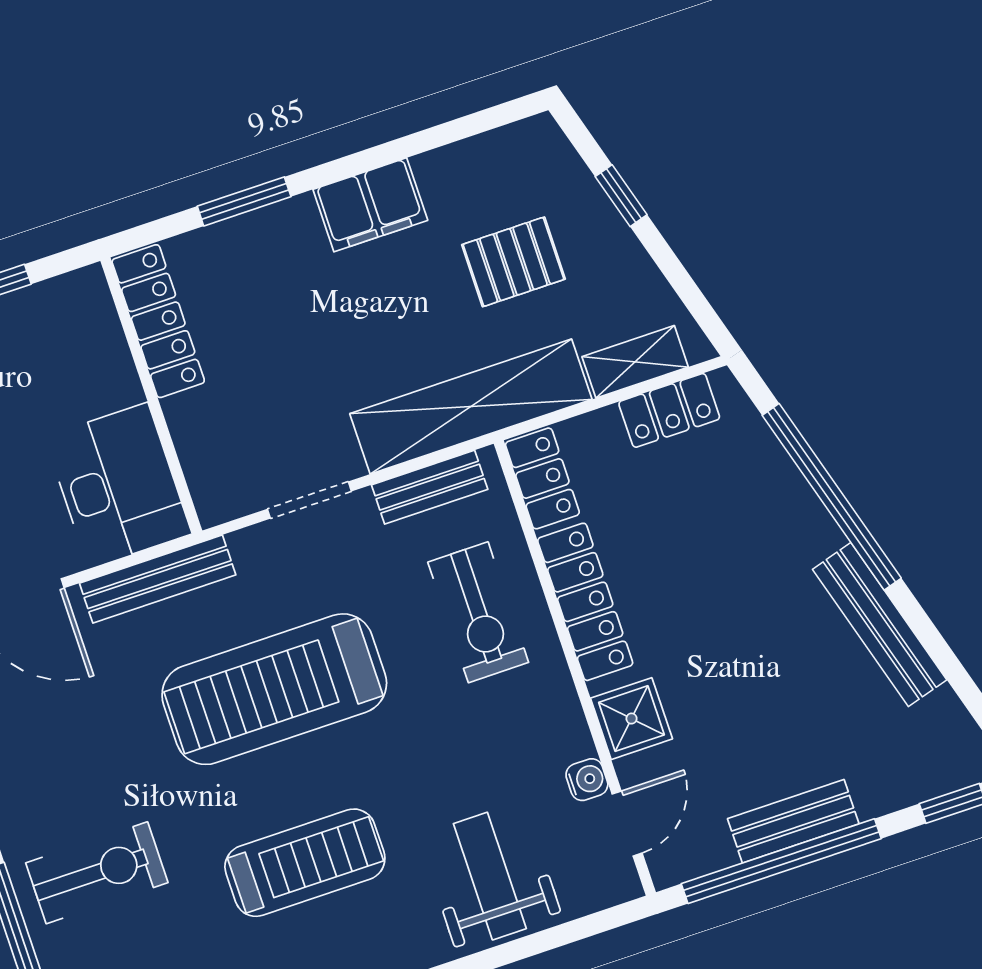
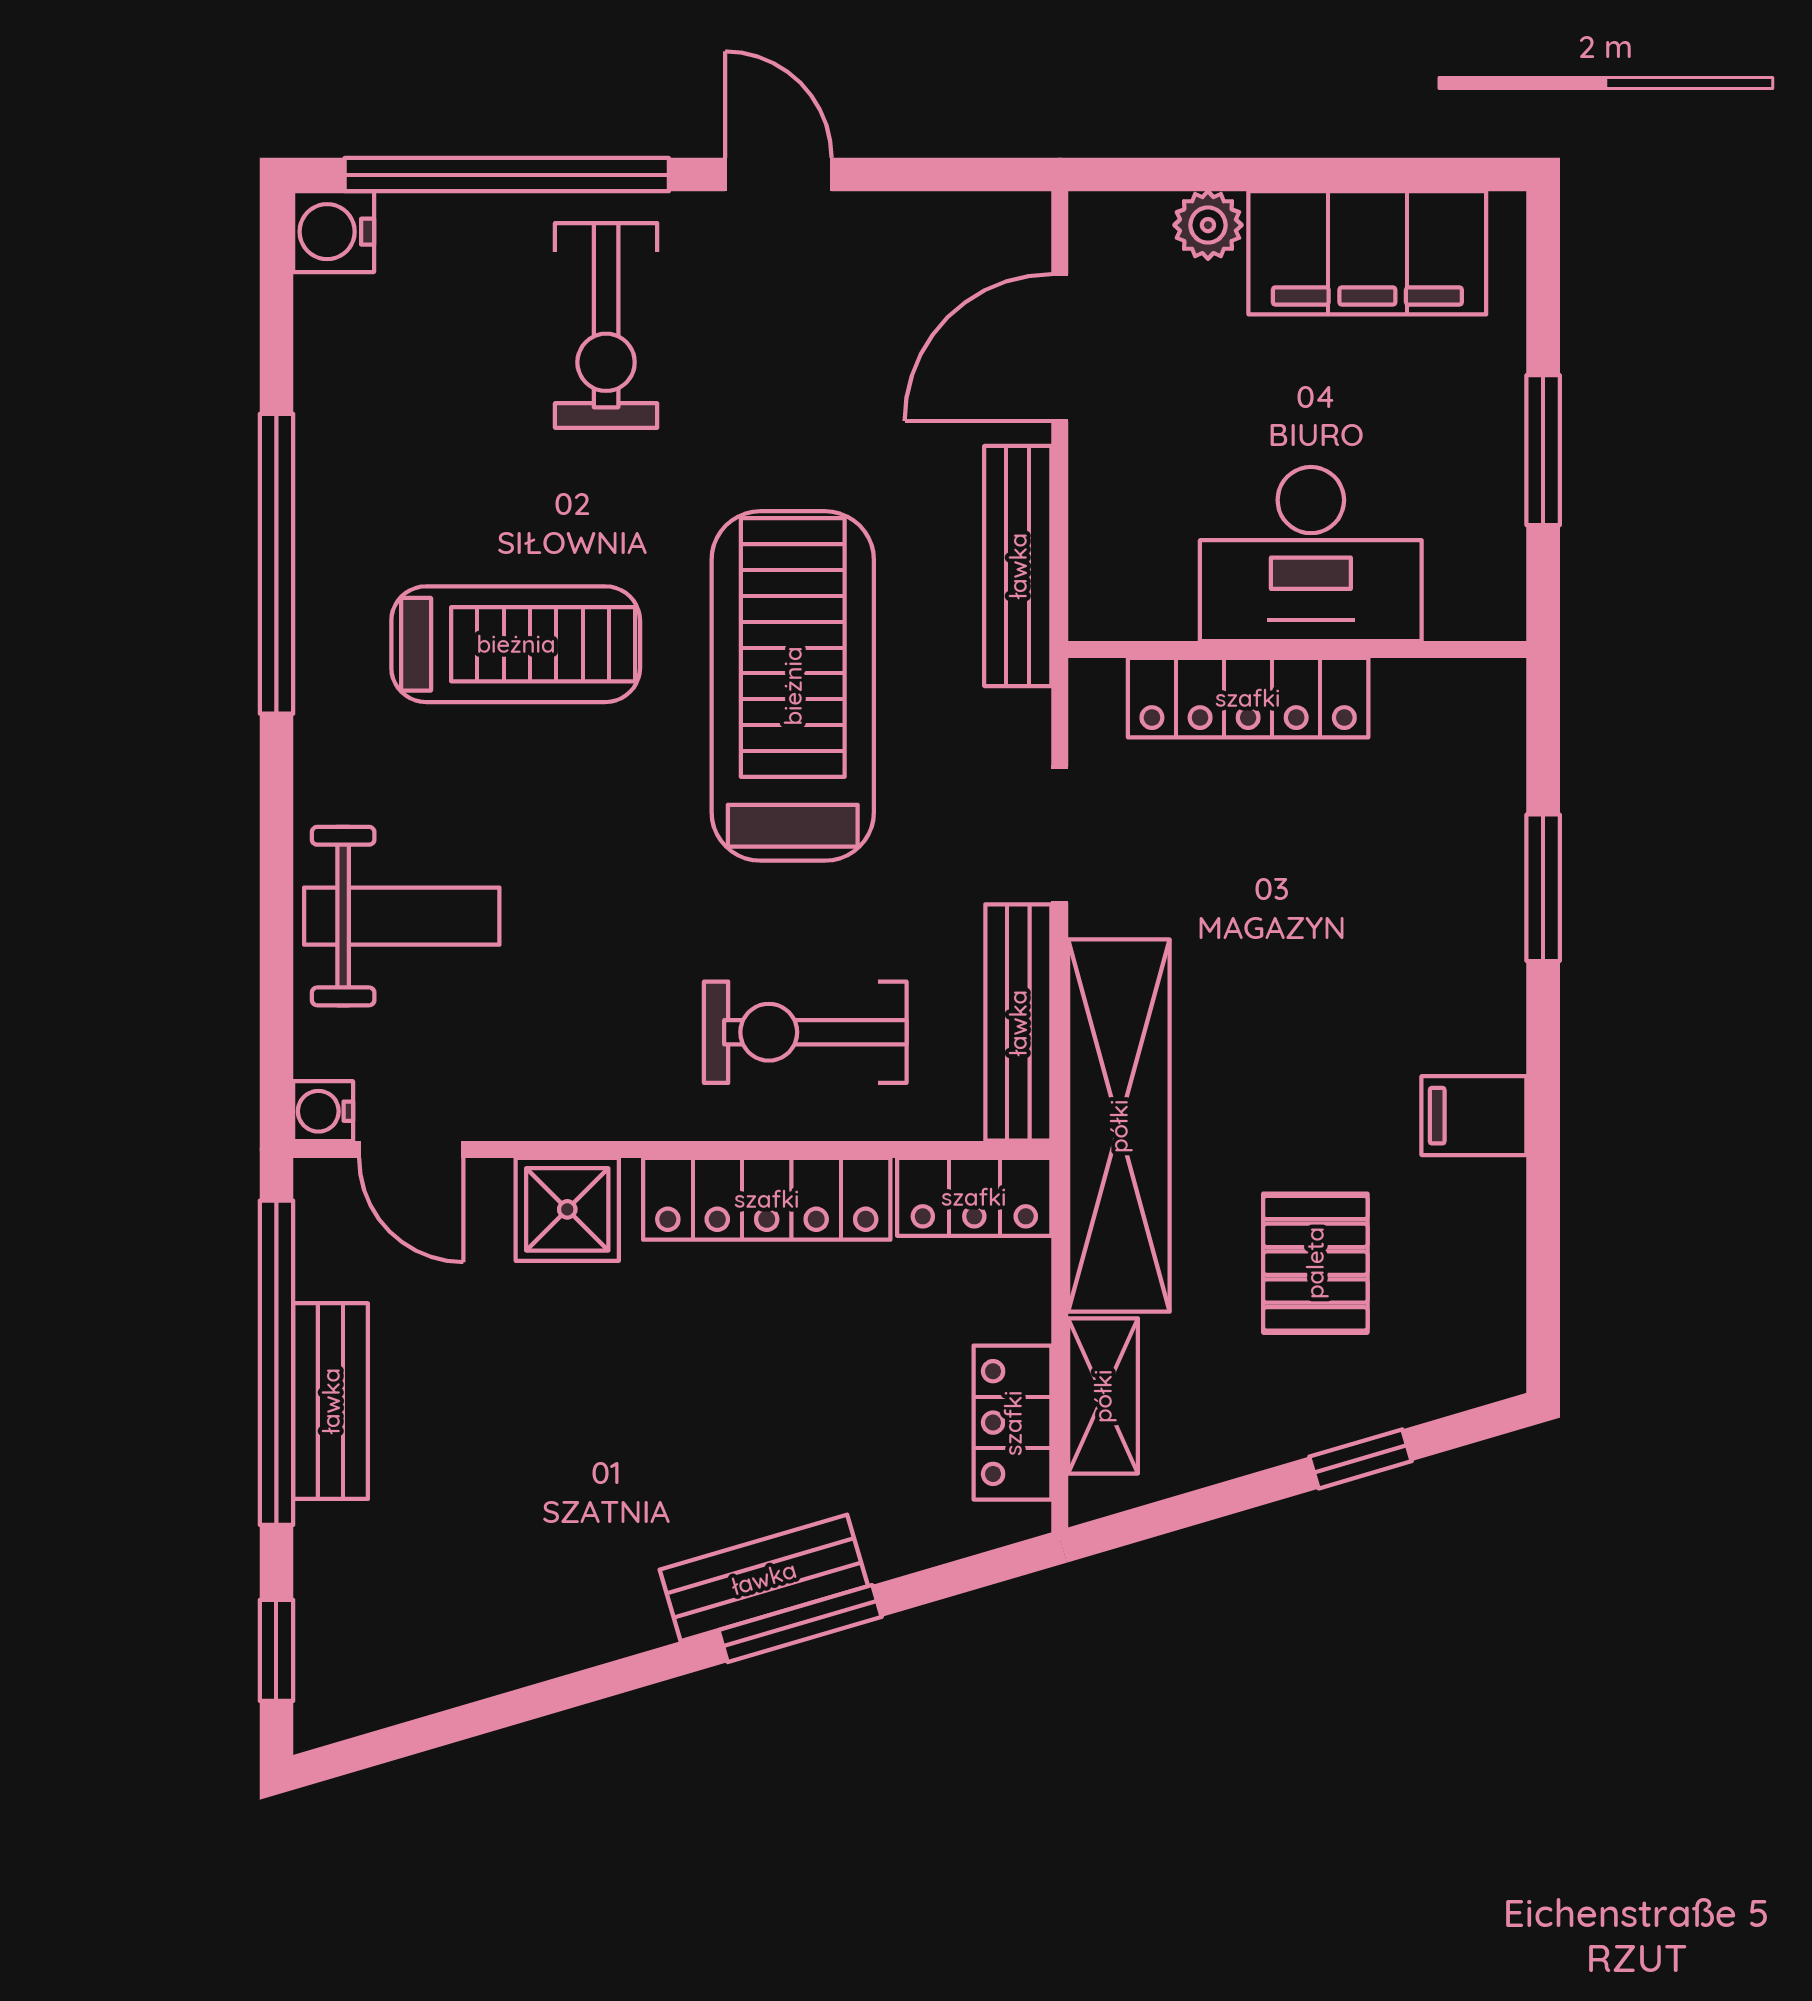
filing cabinet: (370, 205) -> (1474, 1116), width x0.50
locker: (158, 321) -> (1248, 698), moved
desk: (118, 485) -> (1311, 554), moved
bench: (430, 487) -> (1018, 1023), width x1.36
window: (832, 497) -> (800, 1624), width x0.47
bench: (880, 625) -> (764, 1578), moved, width x0.73
water cooler: (587, 780) -> (323, 1111), moved, turned 90
treadmill: (305, 863) -> (516, 644), turned -90

